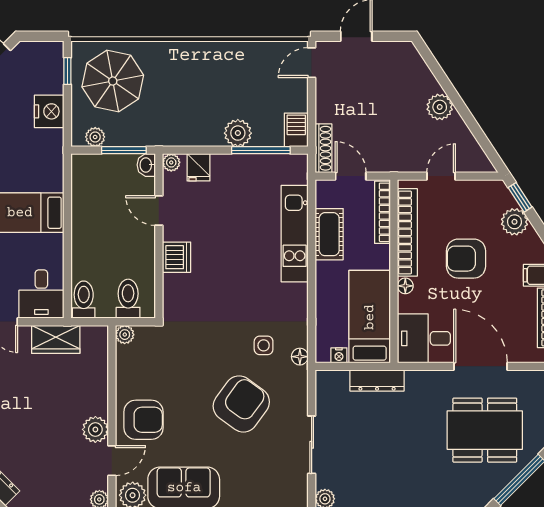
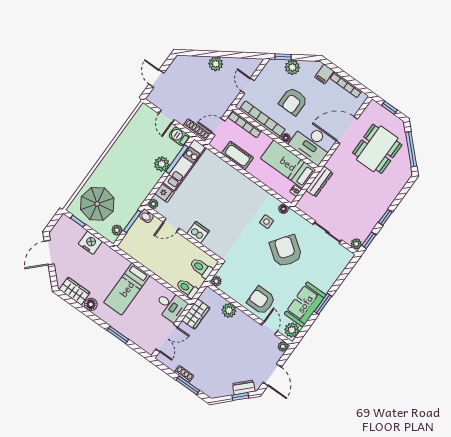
door: (312, 63) -> (166, 117), moved
kitchen unit: (295, 234) -> (184, 165), moved, turned -90
desk: (424, 338) -> (312, 144), width x1.37
armchair: (144, 420) -> (261, 300), turned -90
plant: (95, 429) -> (229, 310), moved

